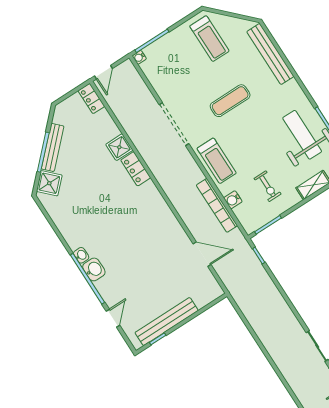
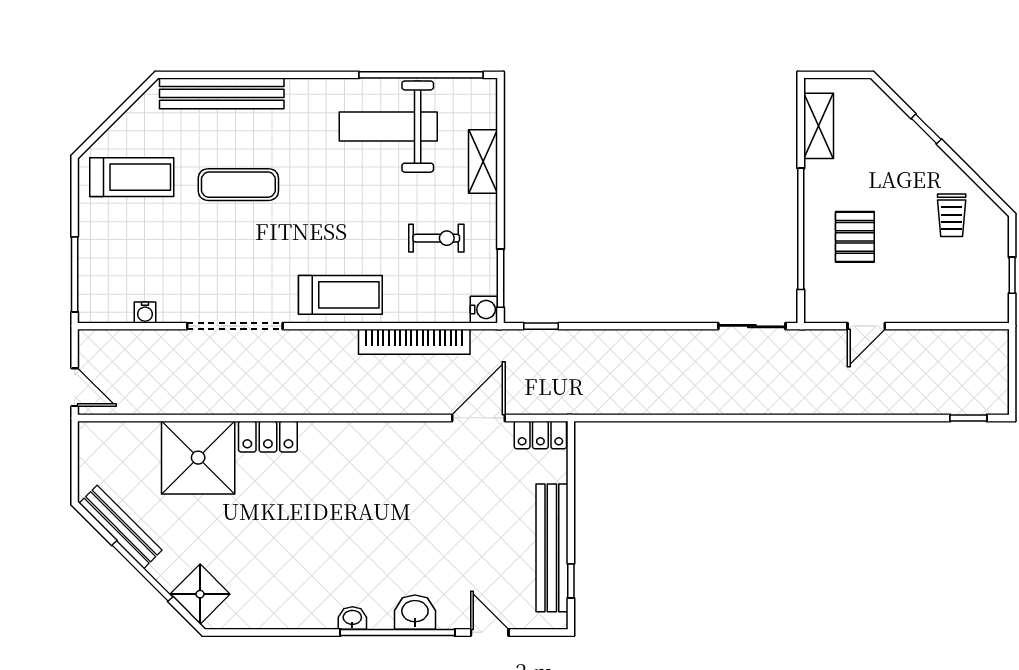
water cooler: (139, 57) -> (145, 312), moved
locker: (91, 98) -> (540, 435), moved
exercise mat: (230, 101) -> (238, 185), moved, turned 90
bench: (53, 147) -> (121, 527), moved
shower: (119, 147) -> (198, 458), width x1.86, depth x1.86
water cooler: (233, 200) -> (484, 310), moved, turned -90
washbasin: (94, 269) -> (415, 612), moved

